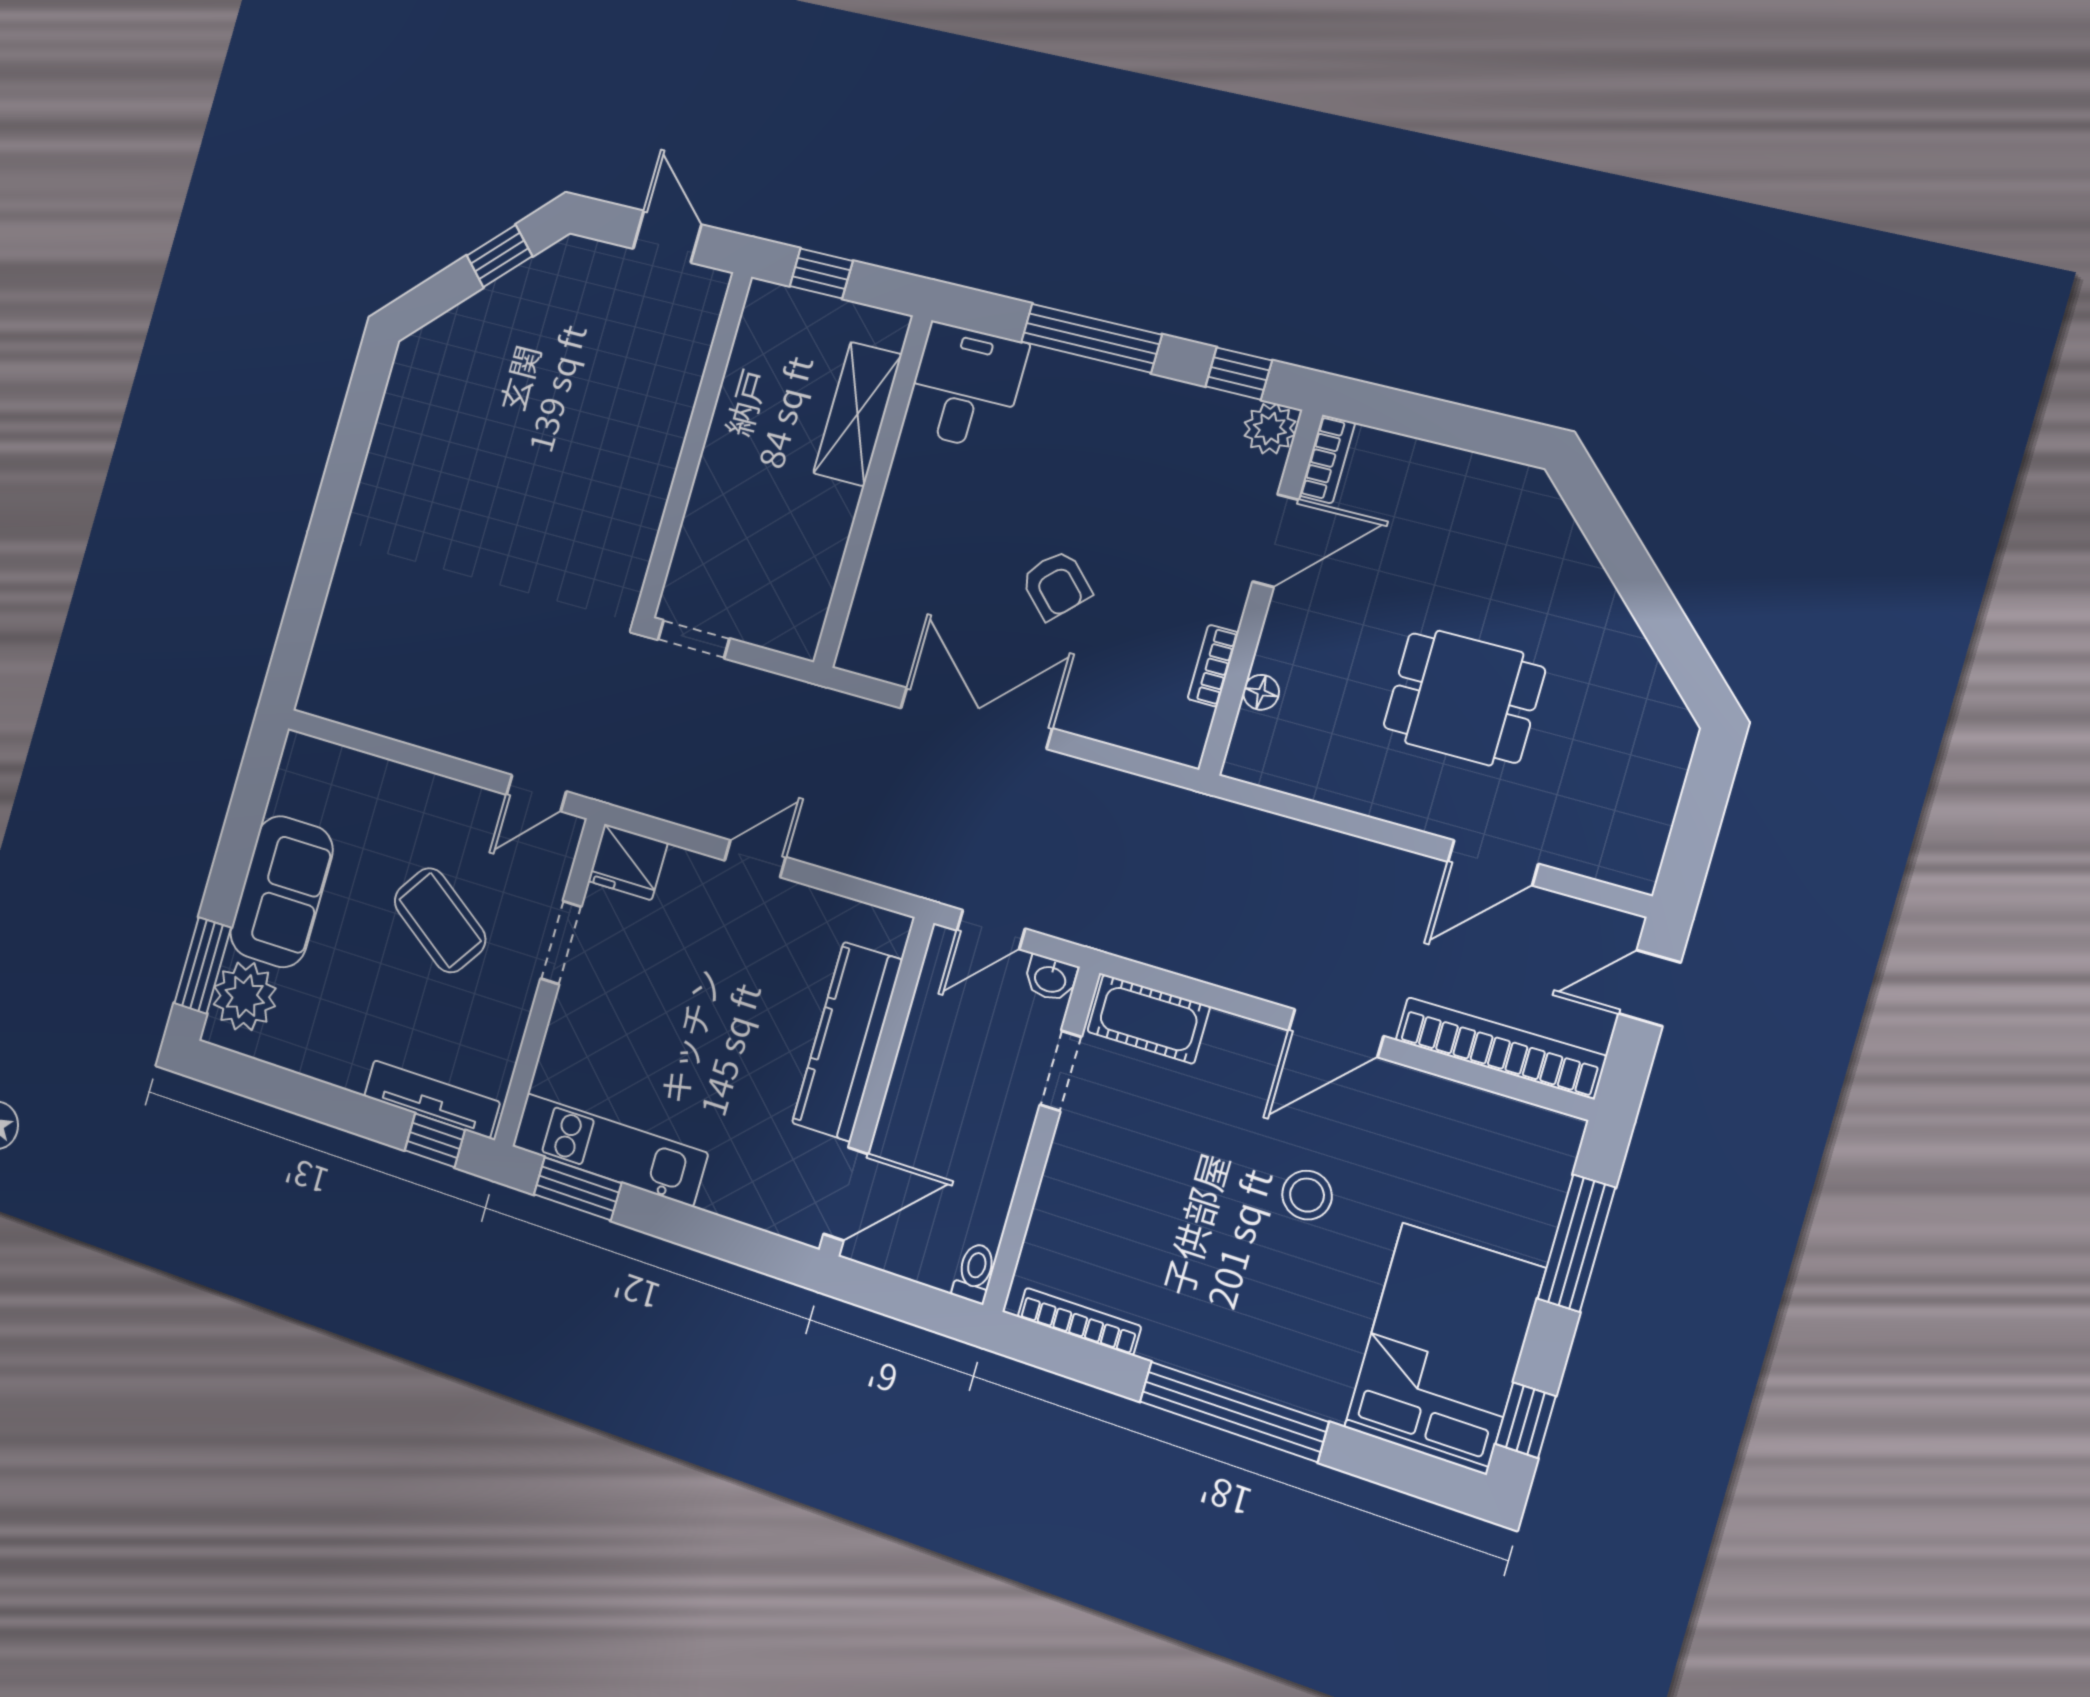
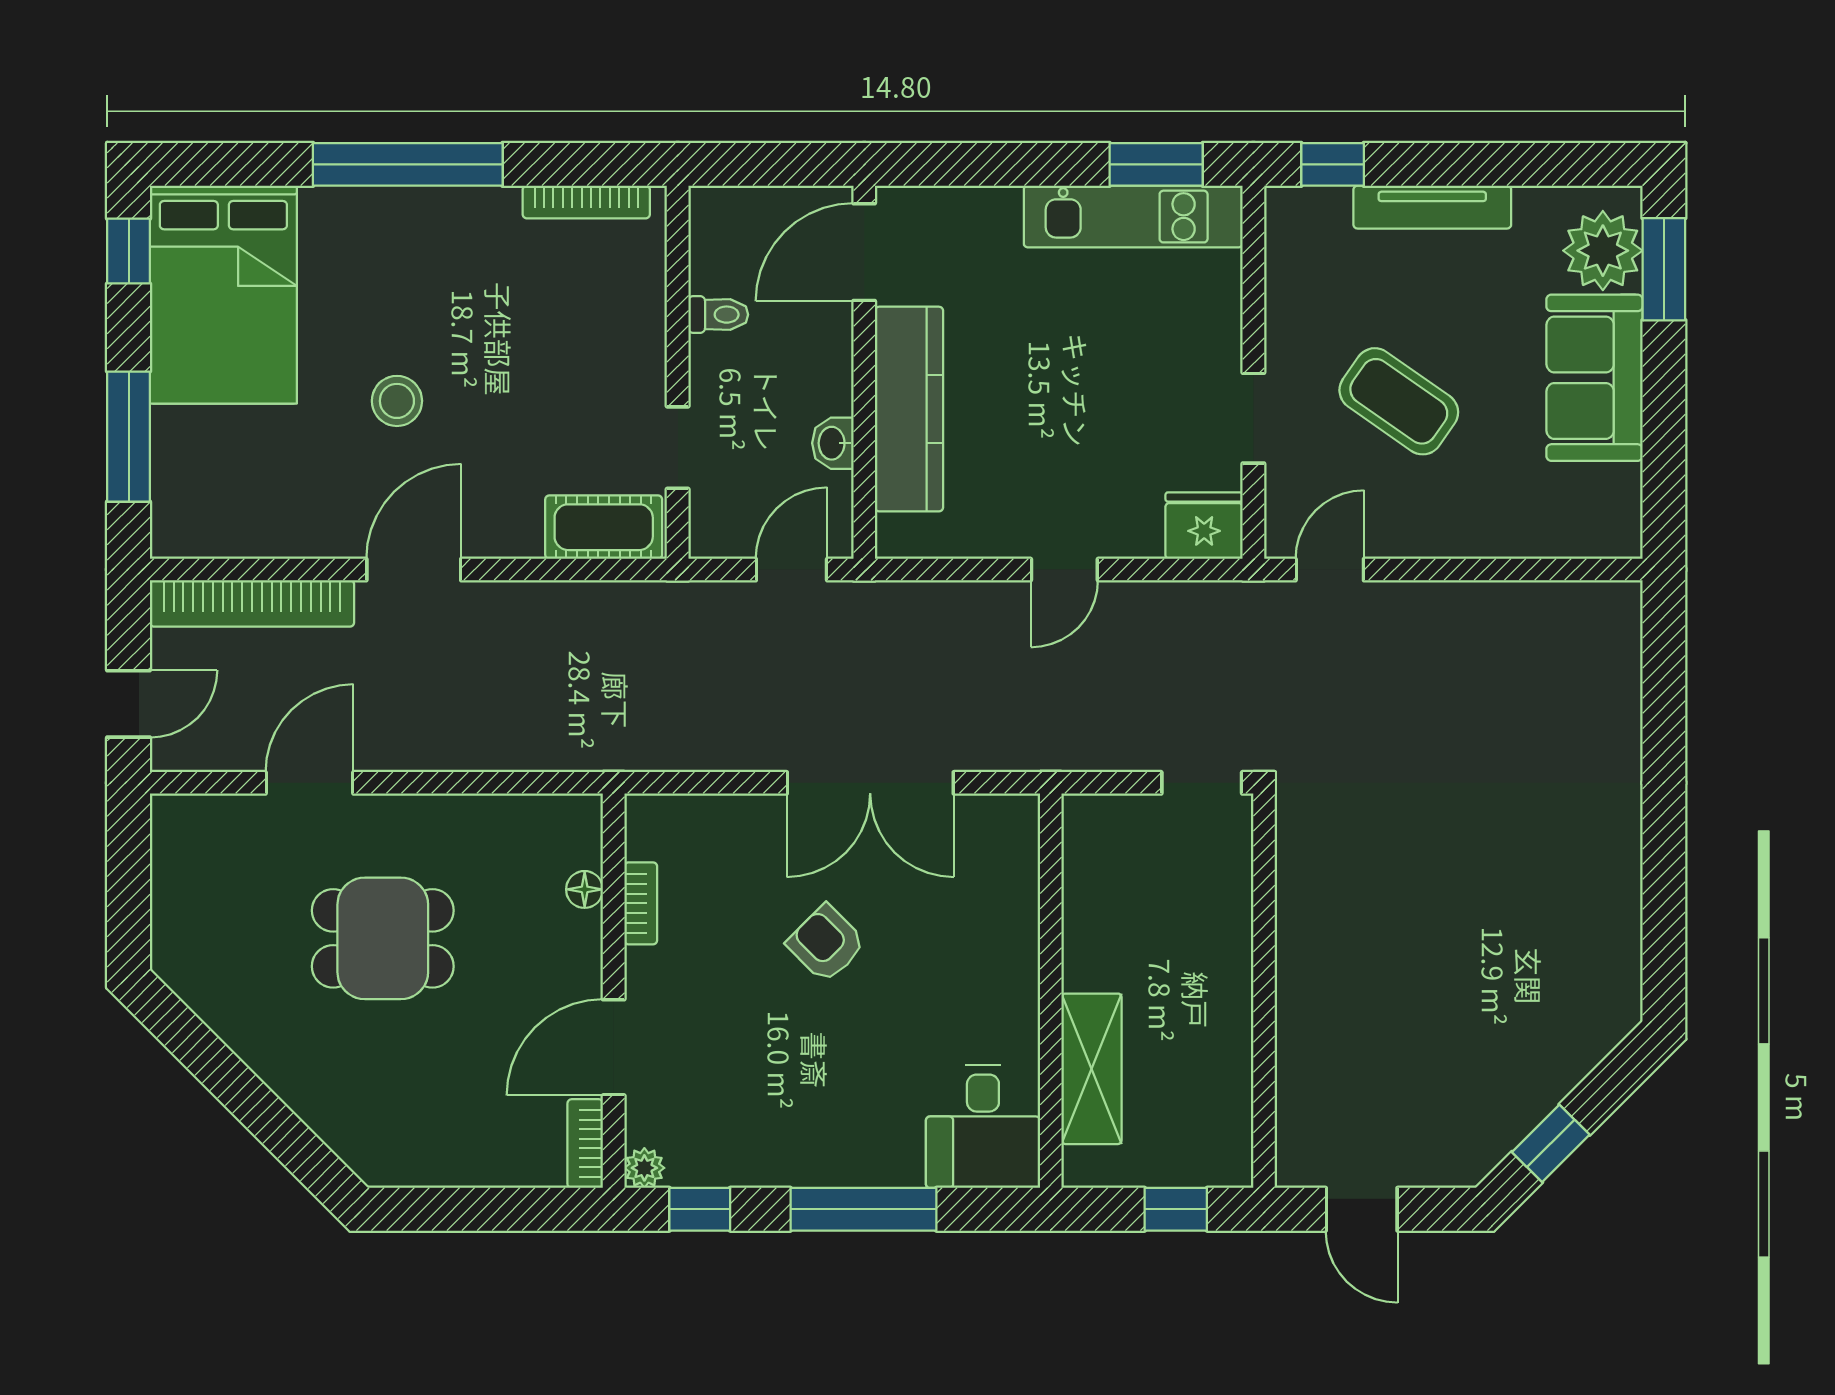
plant: (1270, 429) -> (644, 1168), width x0.73, depth x0.73
washbasin: (1050, 978) -> (833, 443), moved, turned -90
tv unit: (432, 1099) -> (1432, 207), moved
toilet: (975, 1273) -> (718, 315), moved, turned -90

